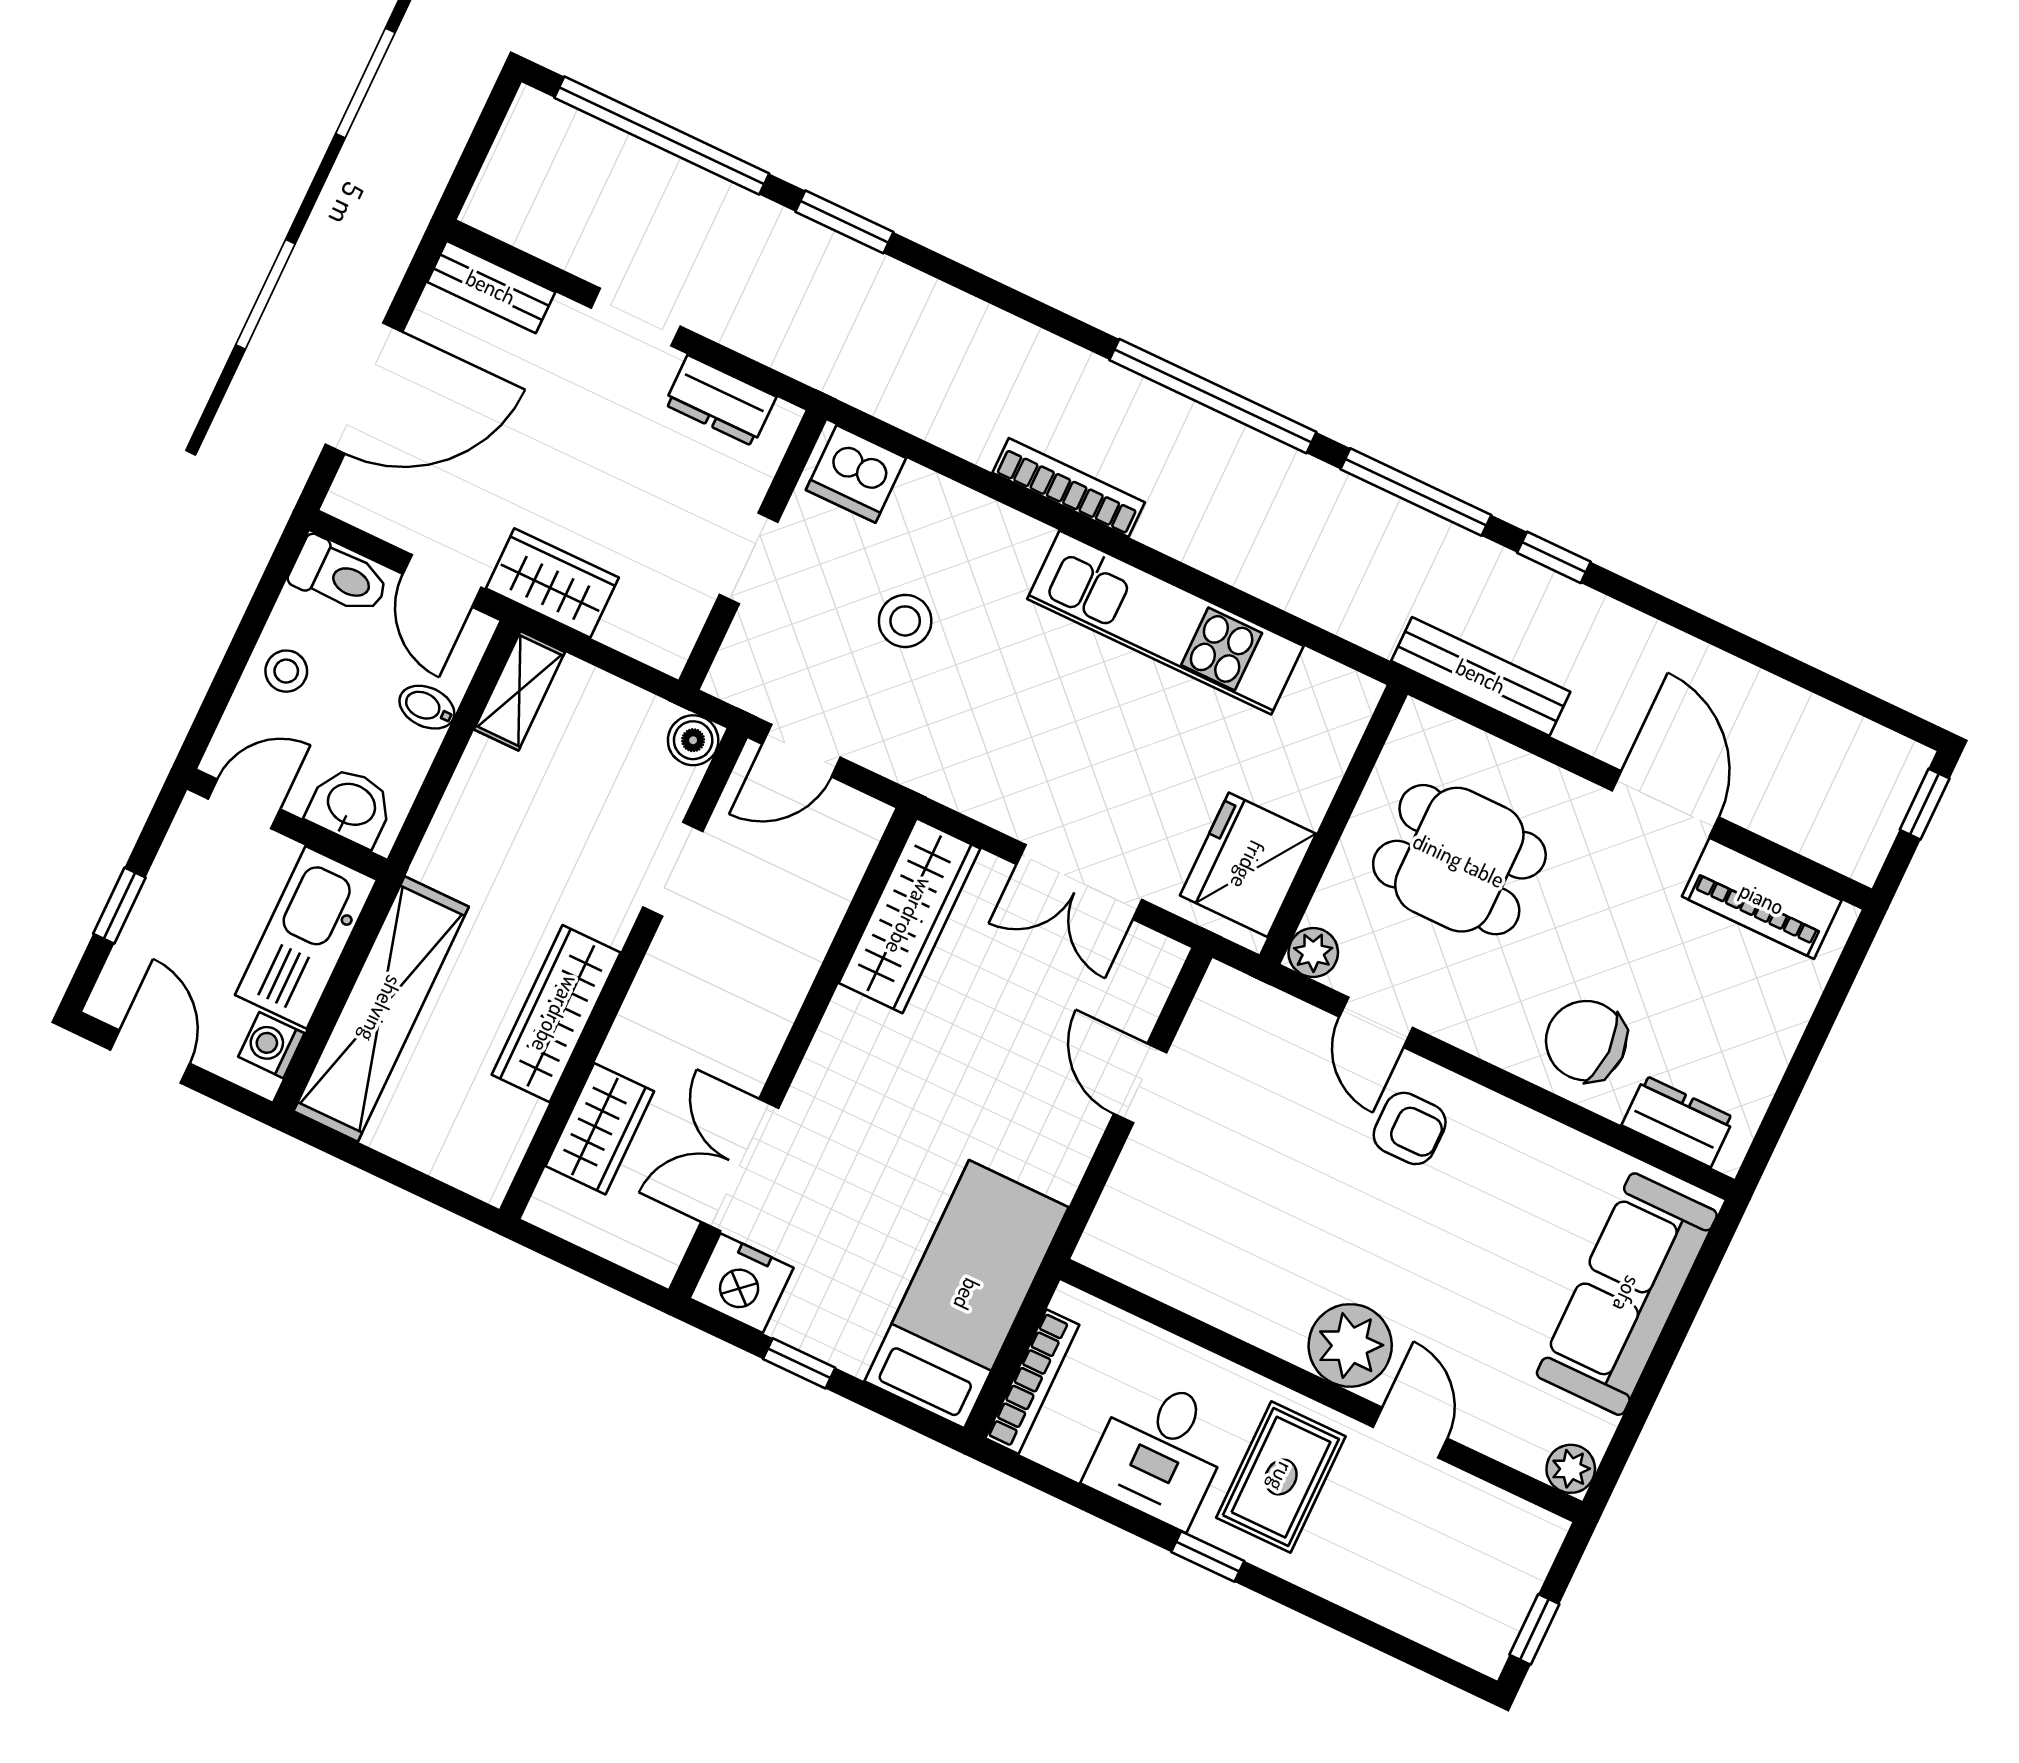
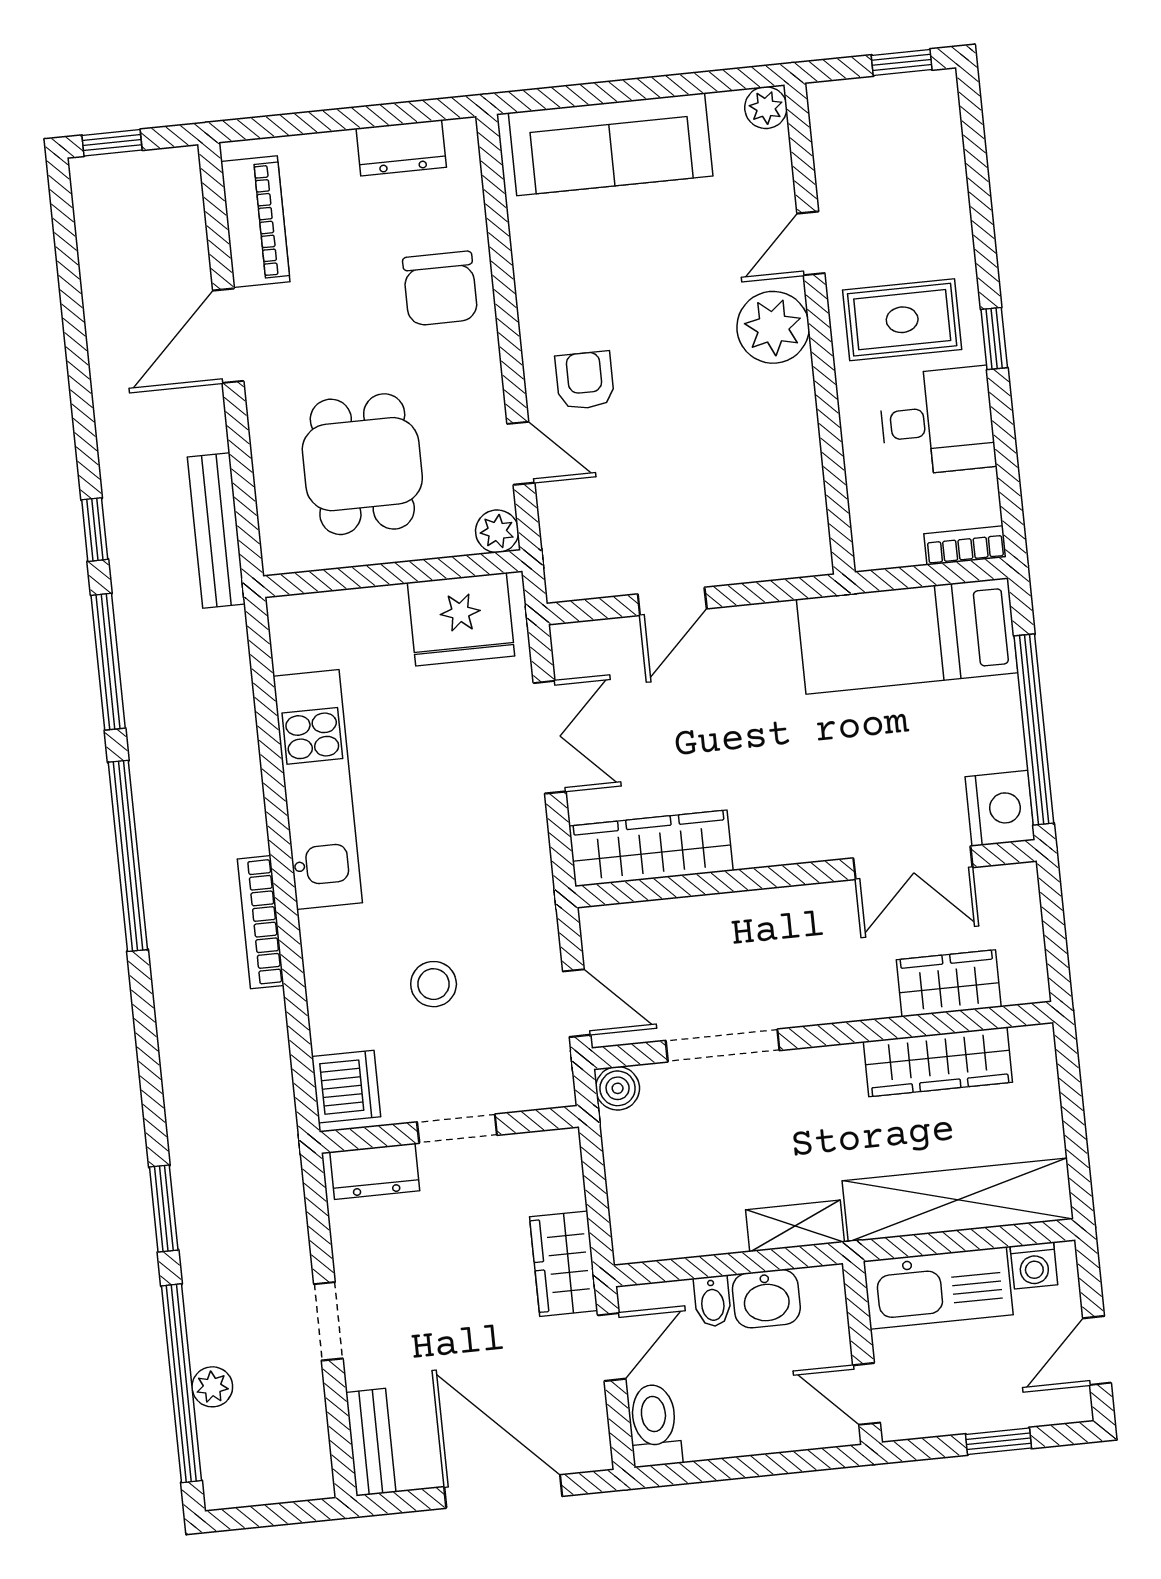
plant: (640, 164) -> (212, 1387), added
dresser: (720, 401) -> (375, 1171), moved, turned 90
stool: (286, 671) -> (749, 1422), removed
shelving: (519, 691) -> (795, 1226), moved
washbasin: (351, 806) -> (766, 1299), moved, turned -90
doorway: (673, 869) -> (723, 1046), width x1.38
wardrobe: (556, 1014) -> (938, 1062), moved
door: (1376, 1022) -> (521, 453), hinge flipped
dresser: (1678, 1121) -> (401, 148), moved, turned -90
window: (799, 1363) -> (1034, 730), width x3.17
bookcase: (1032, 1382) -> (965, 545), width x0.64

